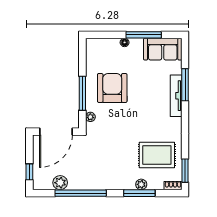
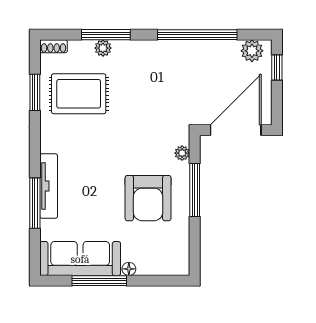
sofa: (163, 49) -> (80, 259), width x1.36
window: (185, 171) -> (35, 92), moved
plant: (60, 183) -> (252, 51), moved

